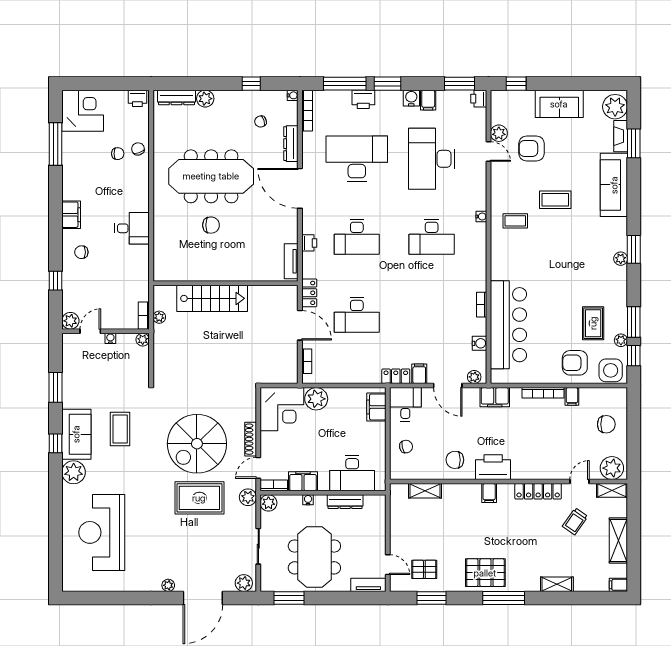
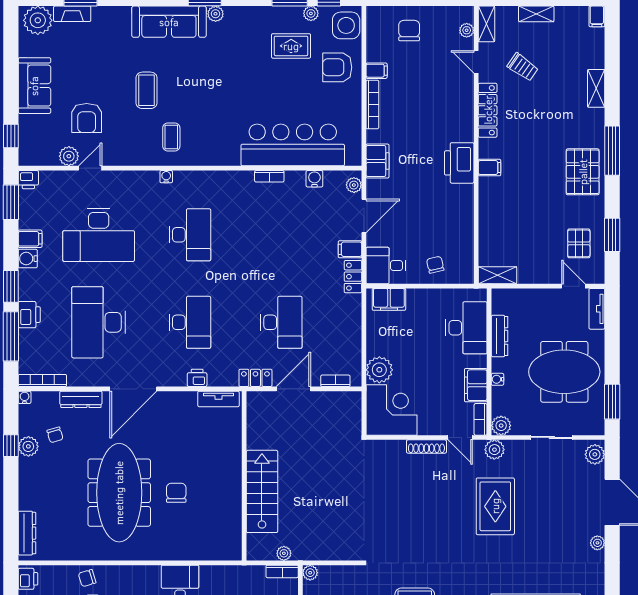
plant: (205, 99) -> (28, 446), moved
sofa: (614, 185) -> (169, 22), moved
armchair: (575, 363) -> (337, 67), turned 90
spiral stairs: (197, 444) -> (432, 509), removed
chair: (455, 460) -> (451, 208), removed
plant: (612, 468) -> (467, 30), width x0.53, depth x0.53
shelving: (425, 491) -> (497, 275), moved, turned 90
shelving: (618, 540) -> (536, 14), width x0.67, depth x0.75
door: (388, 565) -> (573, 286), hinge flipped

